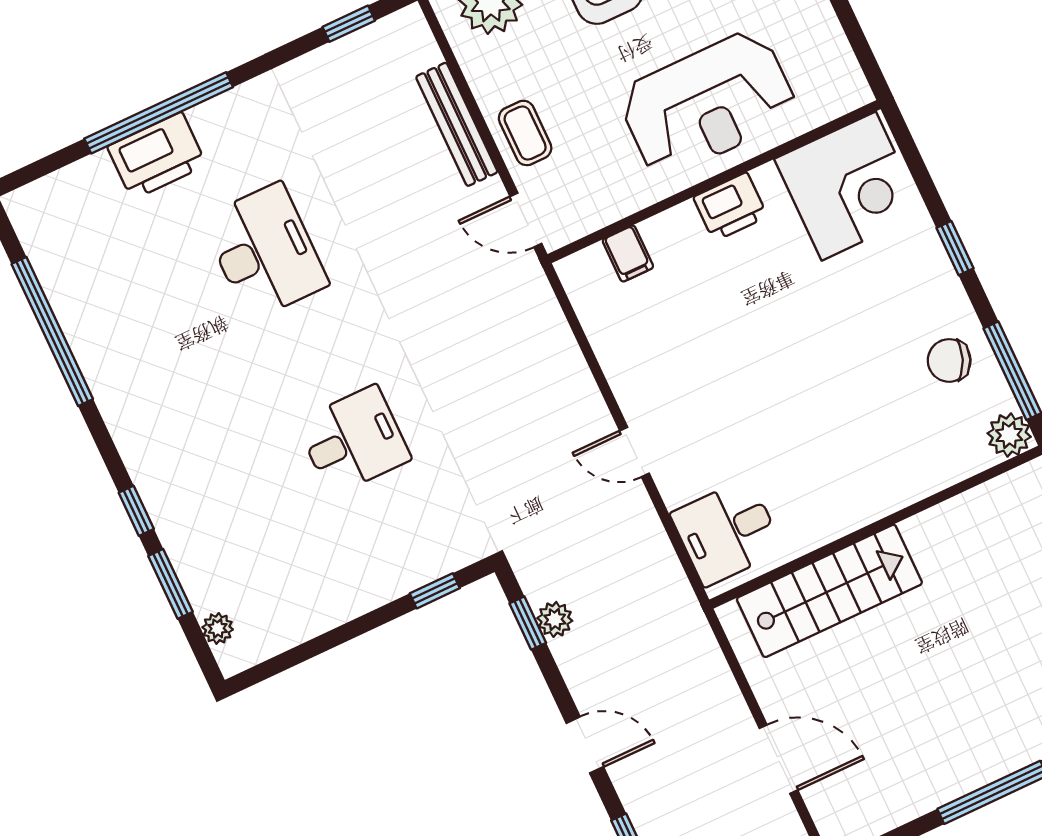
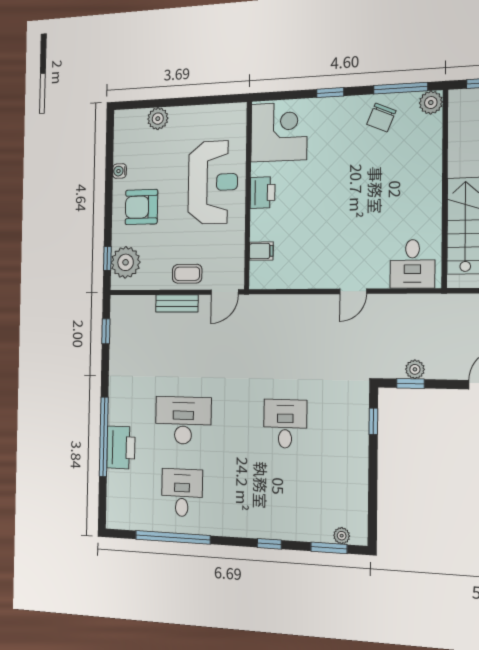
bench: (457, 124) -> (177, 304), width x0.73
desk: (139, 311) -> (182, 493), added
window: (170, 584) -> (329, 548), moved

